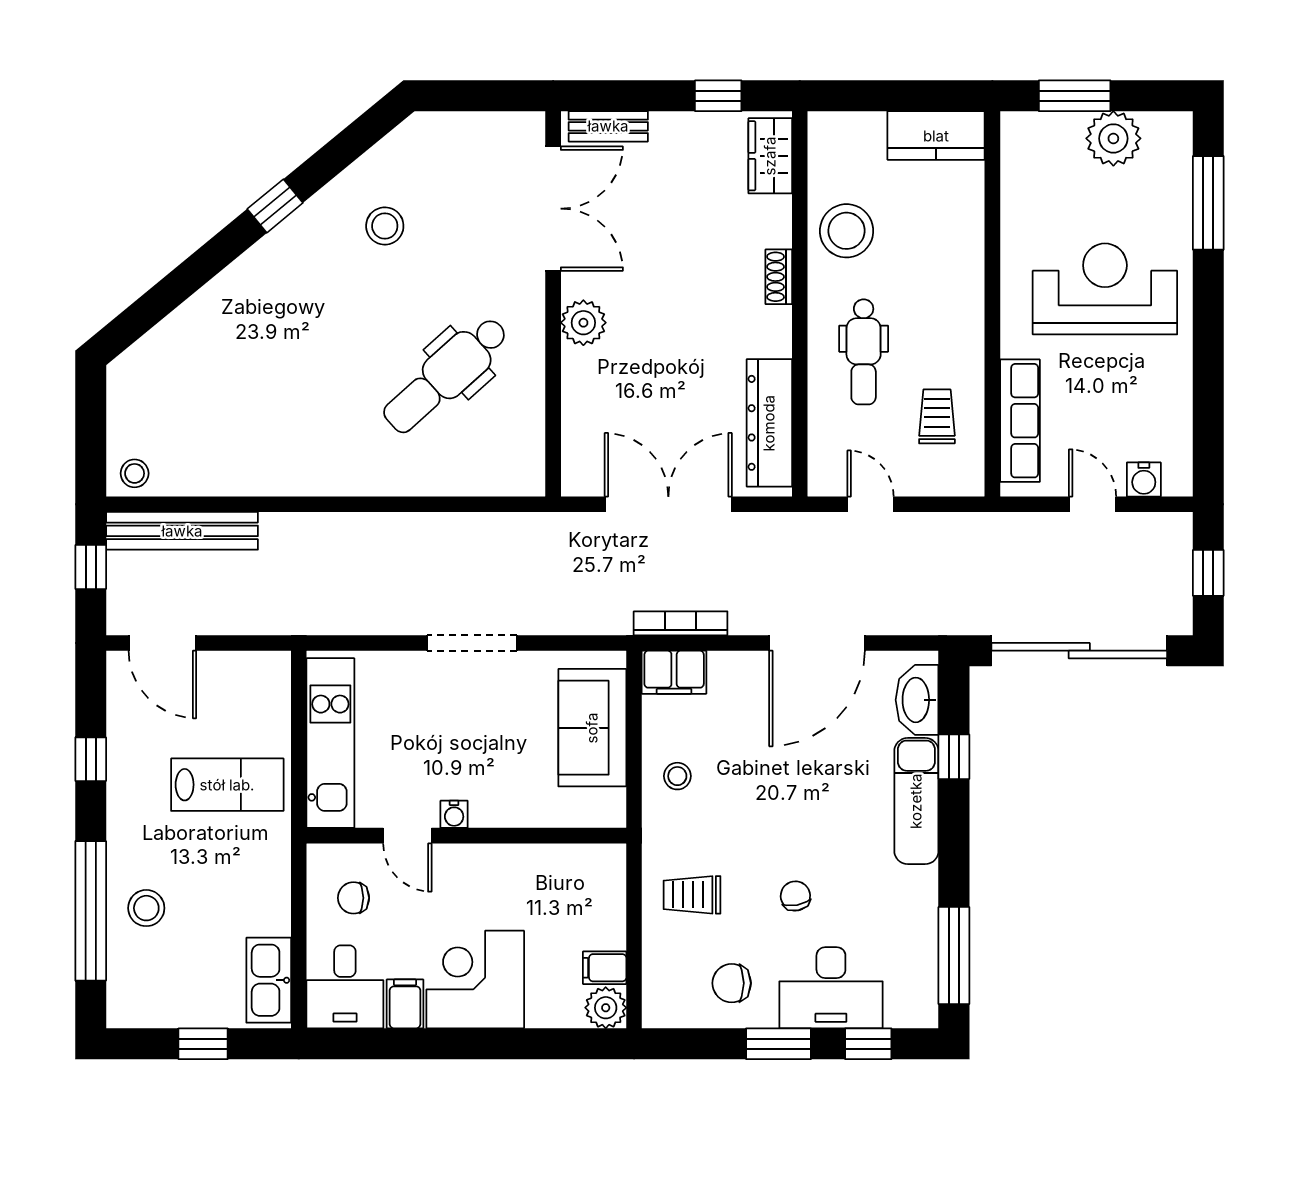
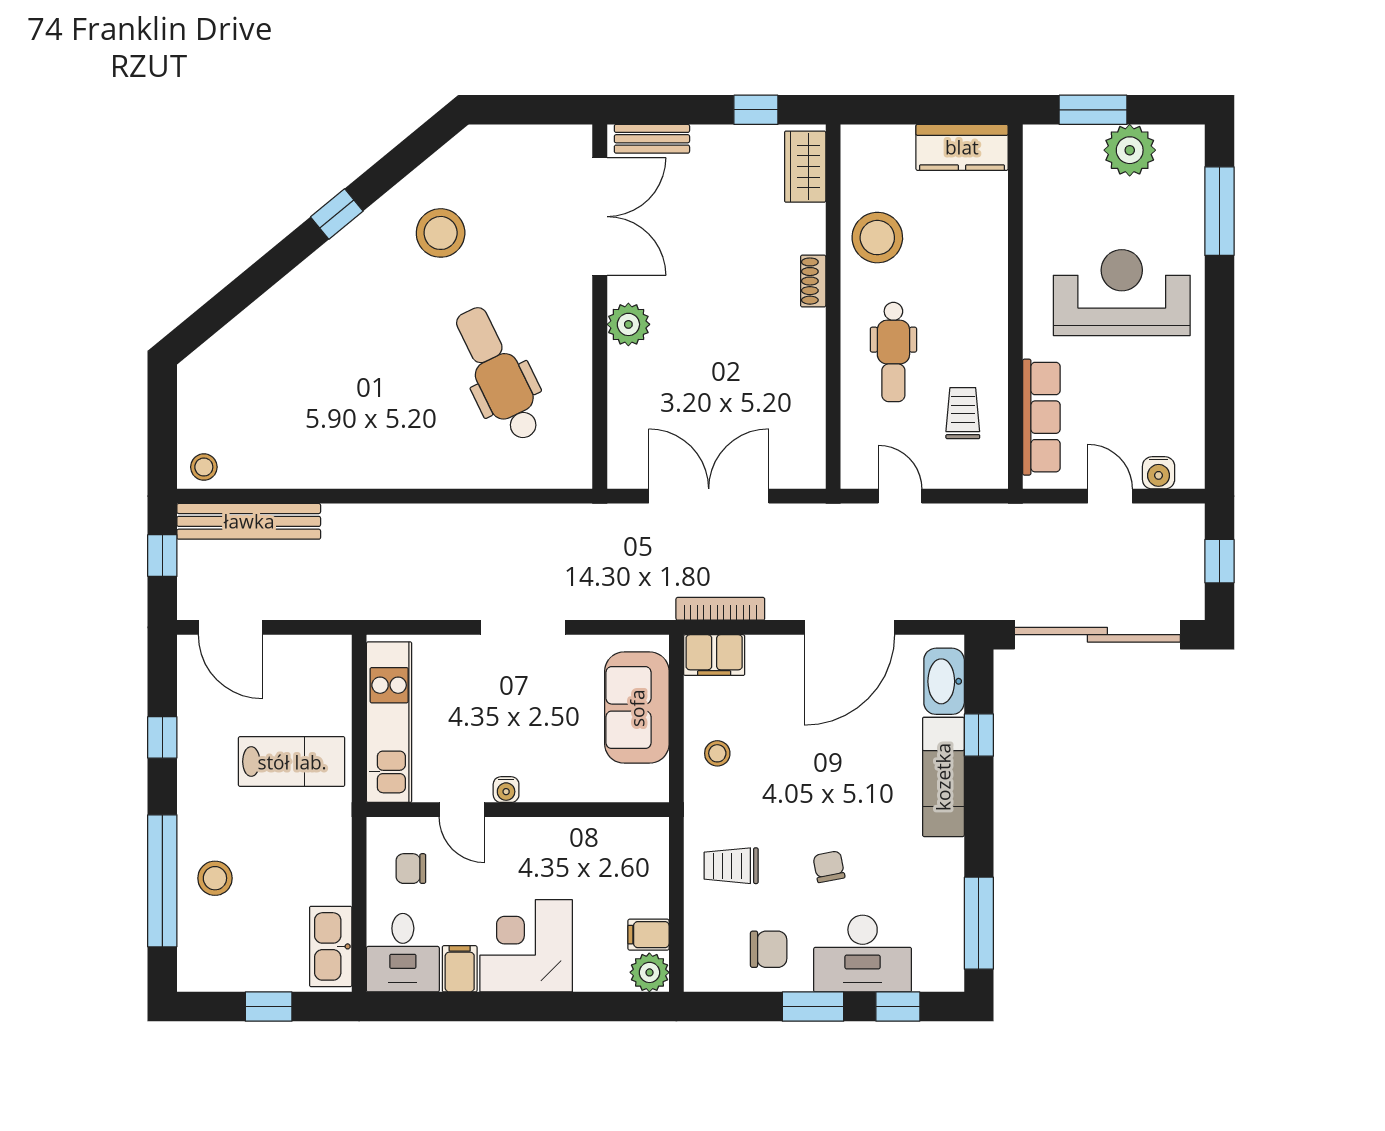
stool: (385, 226) -> (441, 233), width x1.38, depth x1.38
dental chair: (446, 375) -> (498, 374), turned 106
dresser: (769, 423) -> (804, 419), removed
chair: (732, 983) -> (769, 949), turned 180

